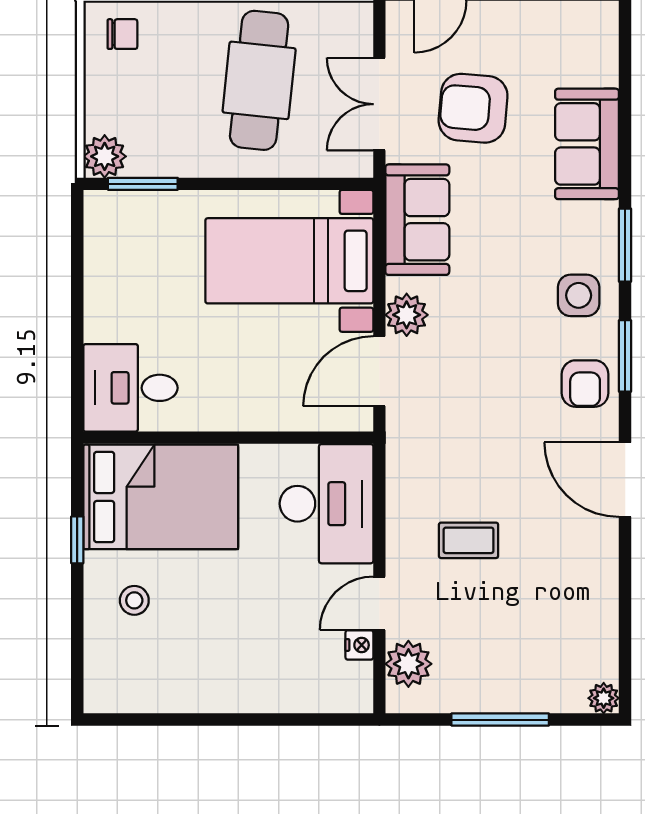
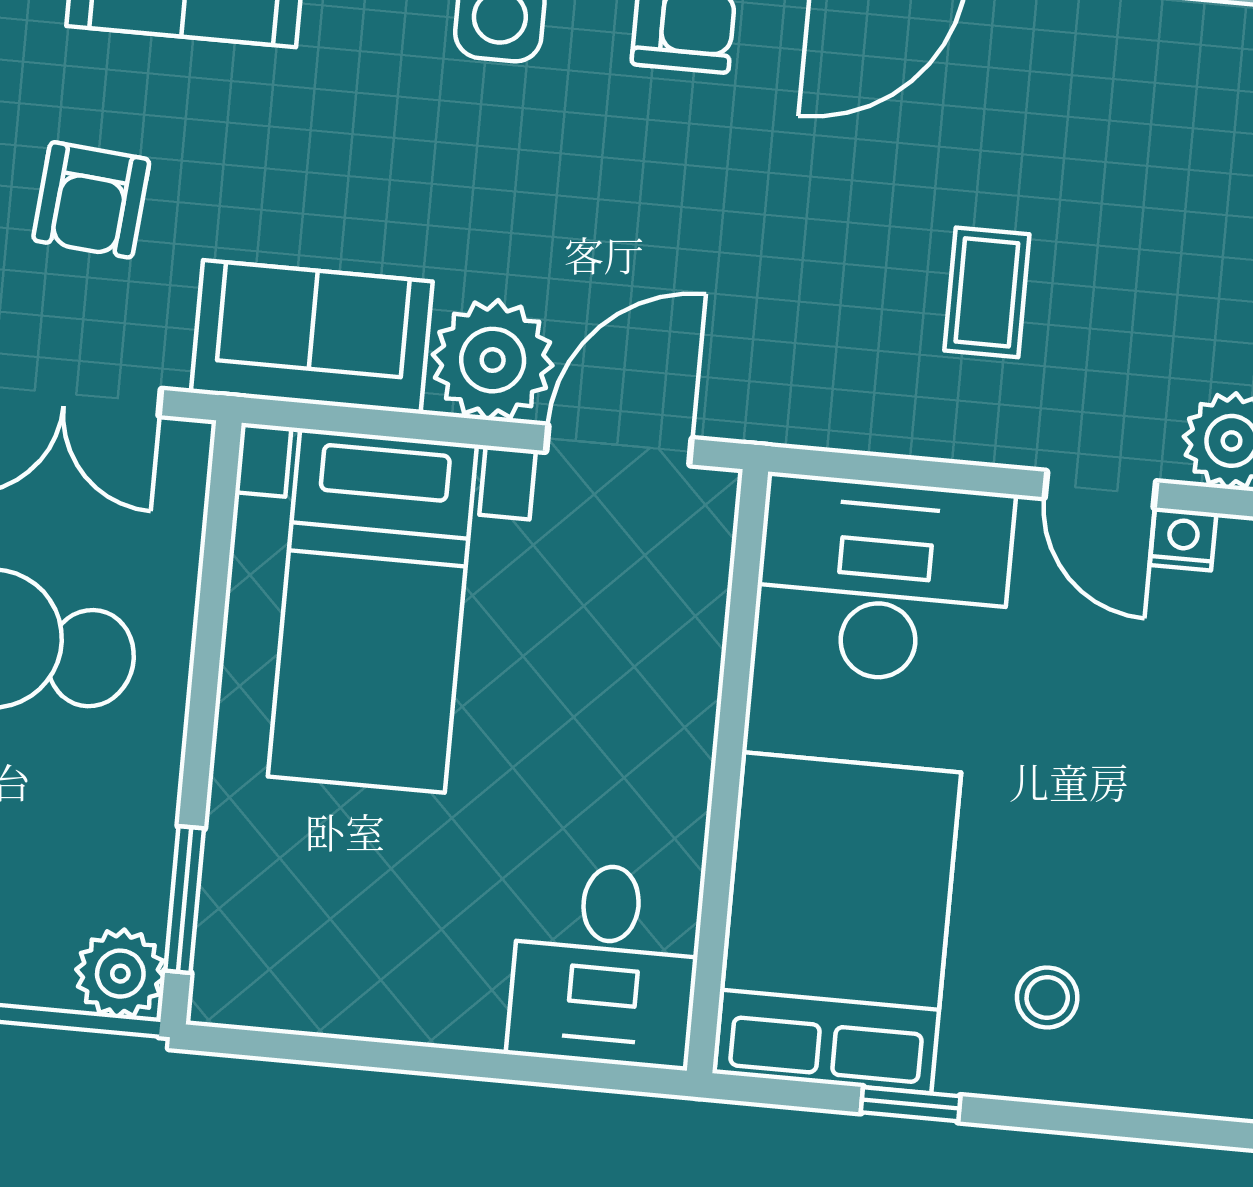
armchair: (473, 108) -> (91, 200), width x0.72, depth x0.72
plant: (407, 315) -> (493, 360), width x1.36, depth x1.36
door: (379, 371) -> (619, 445), swing flipped

